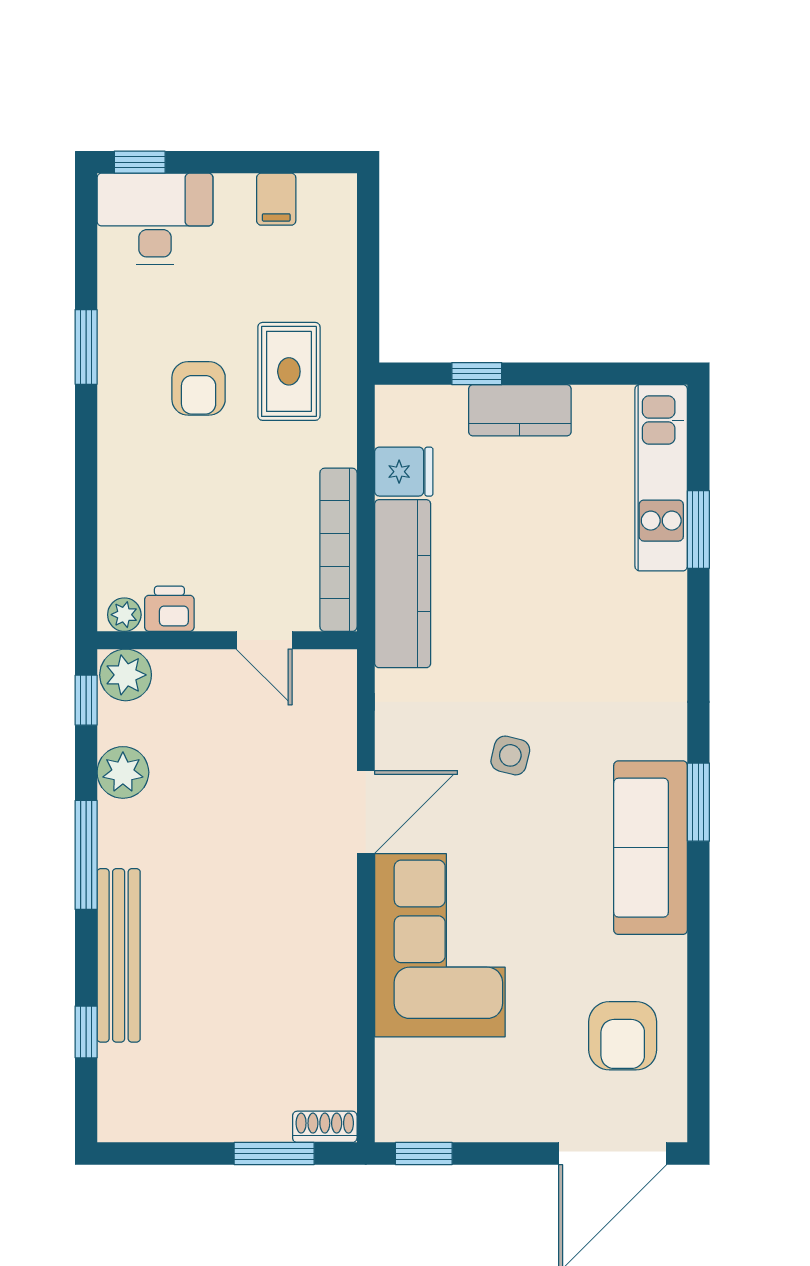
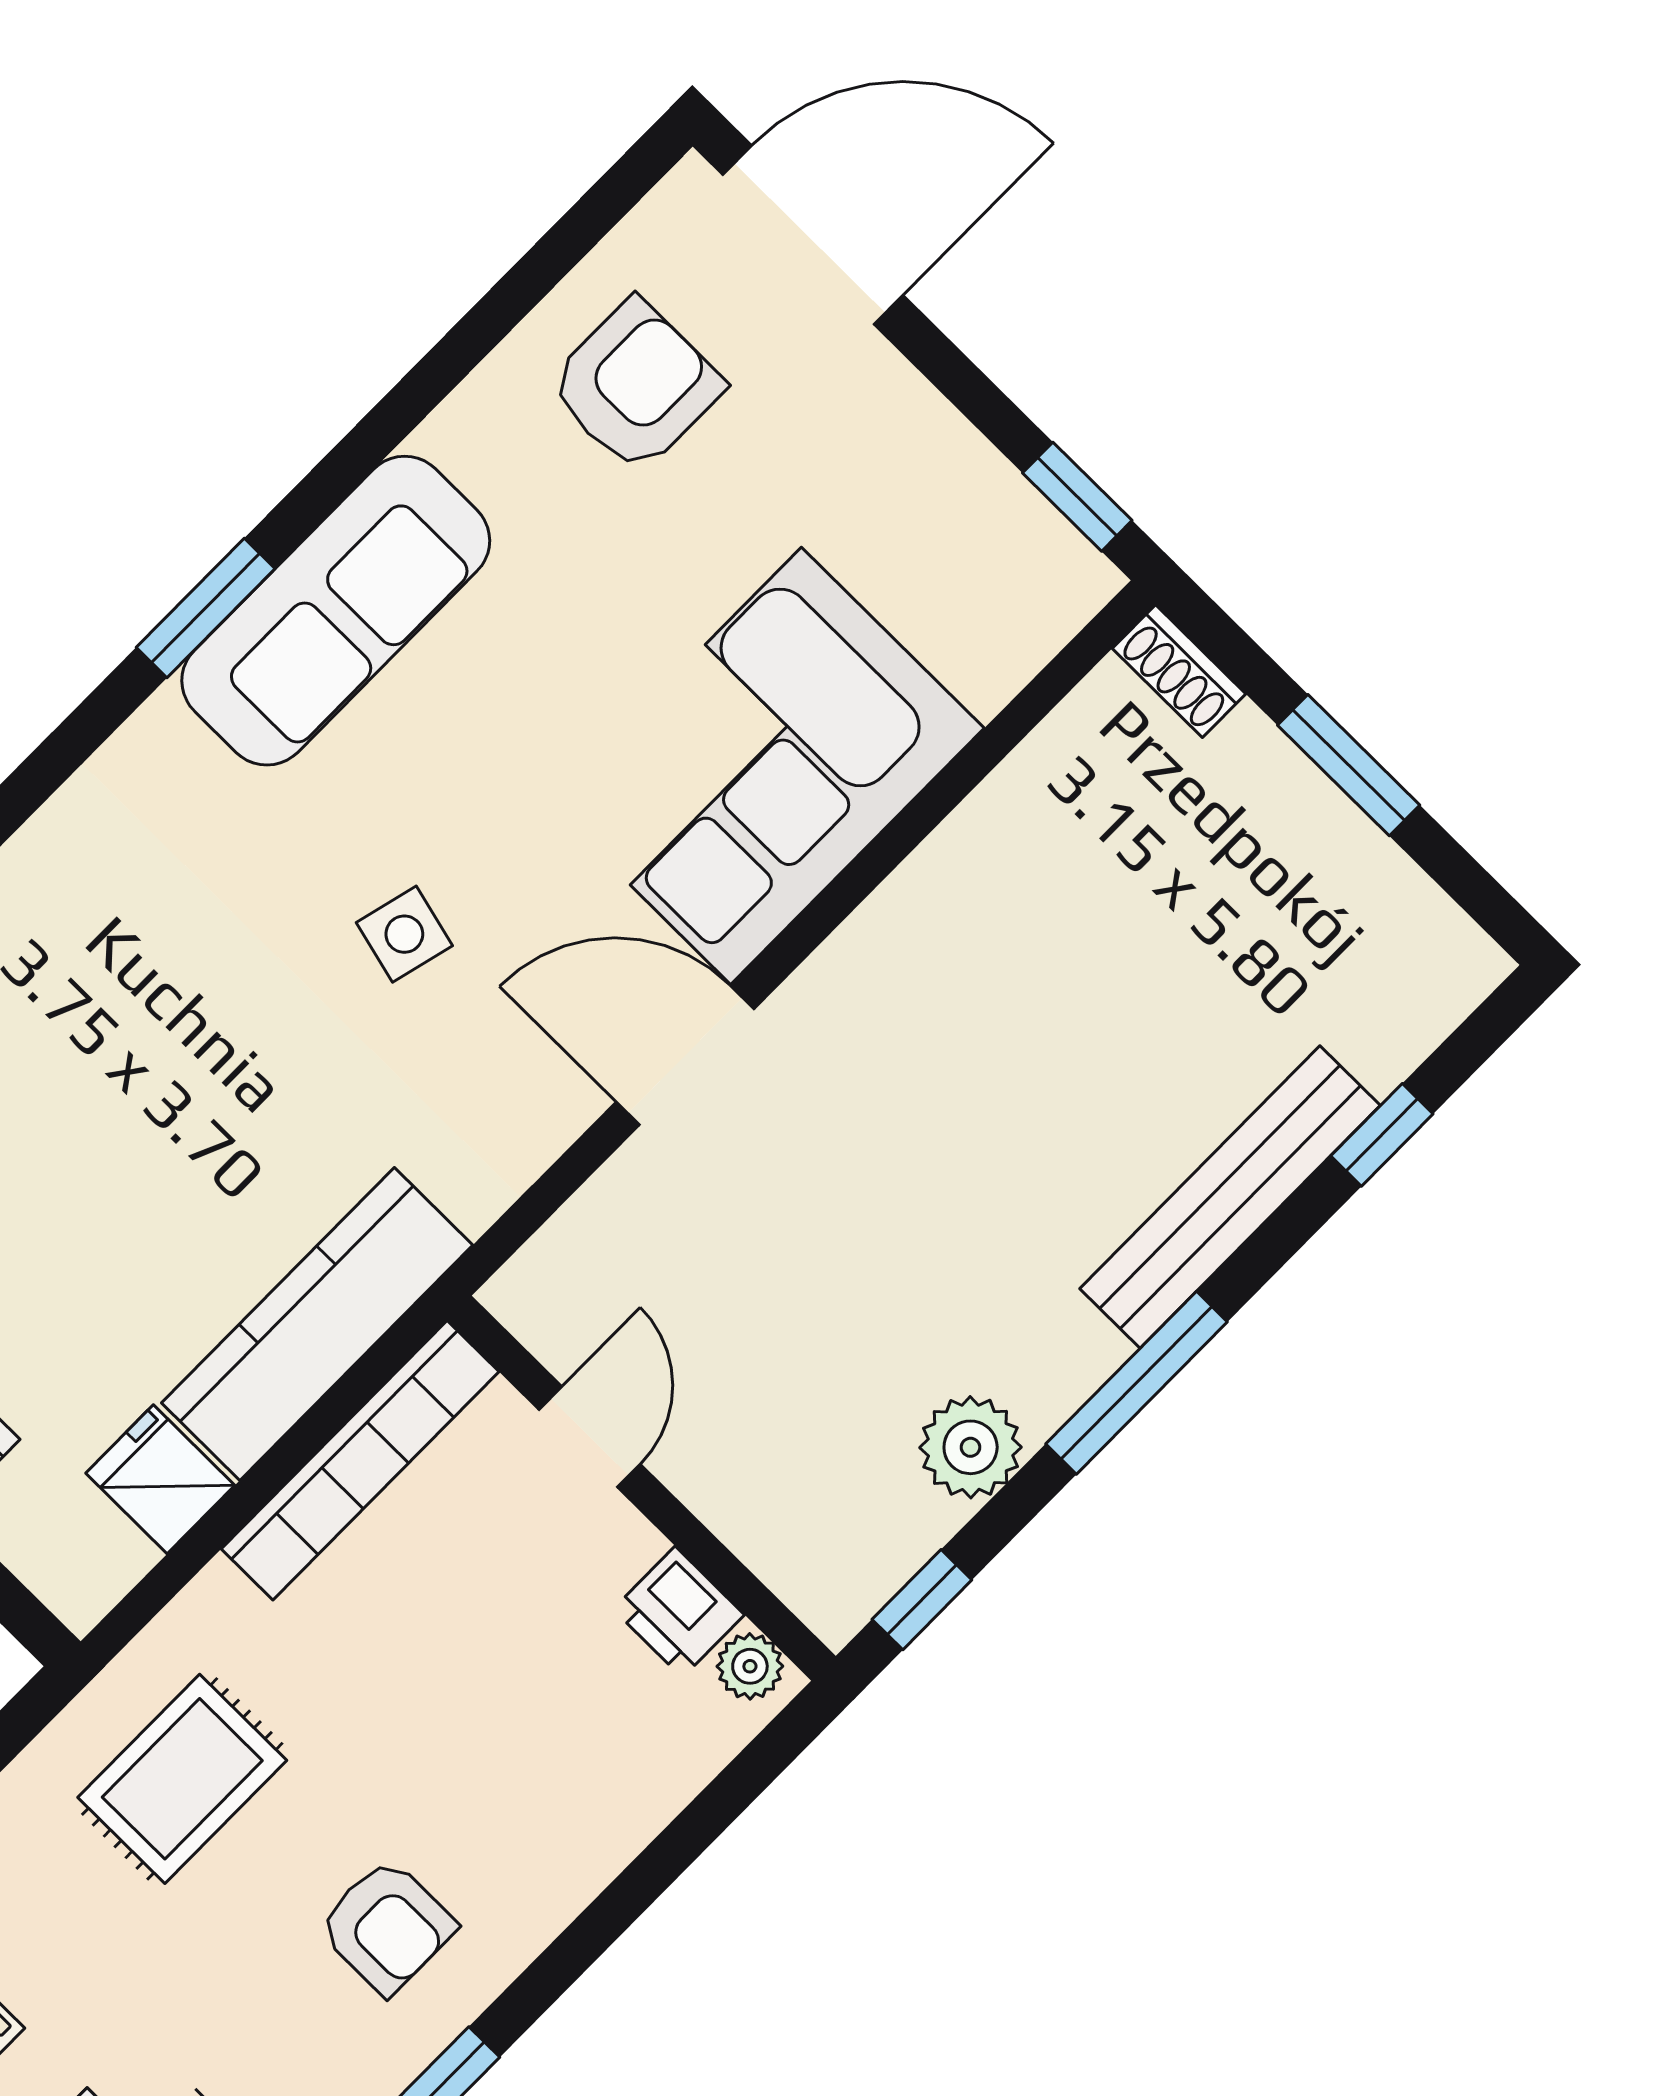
armchair: (199, 388) -> (387, 1926), moved, turned 90
plant: (126, 675) -> (832, 1580), removed
window: (274, 1154) -> (1349, 765), moved

